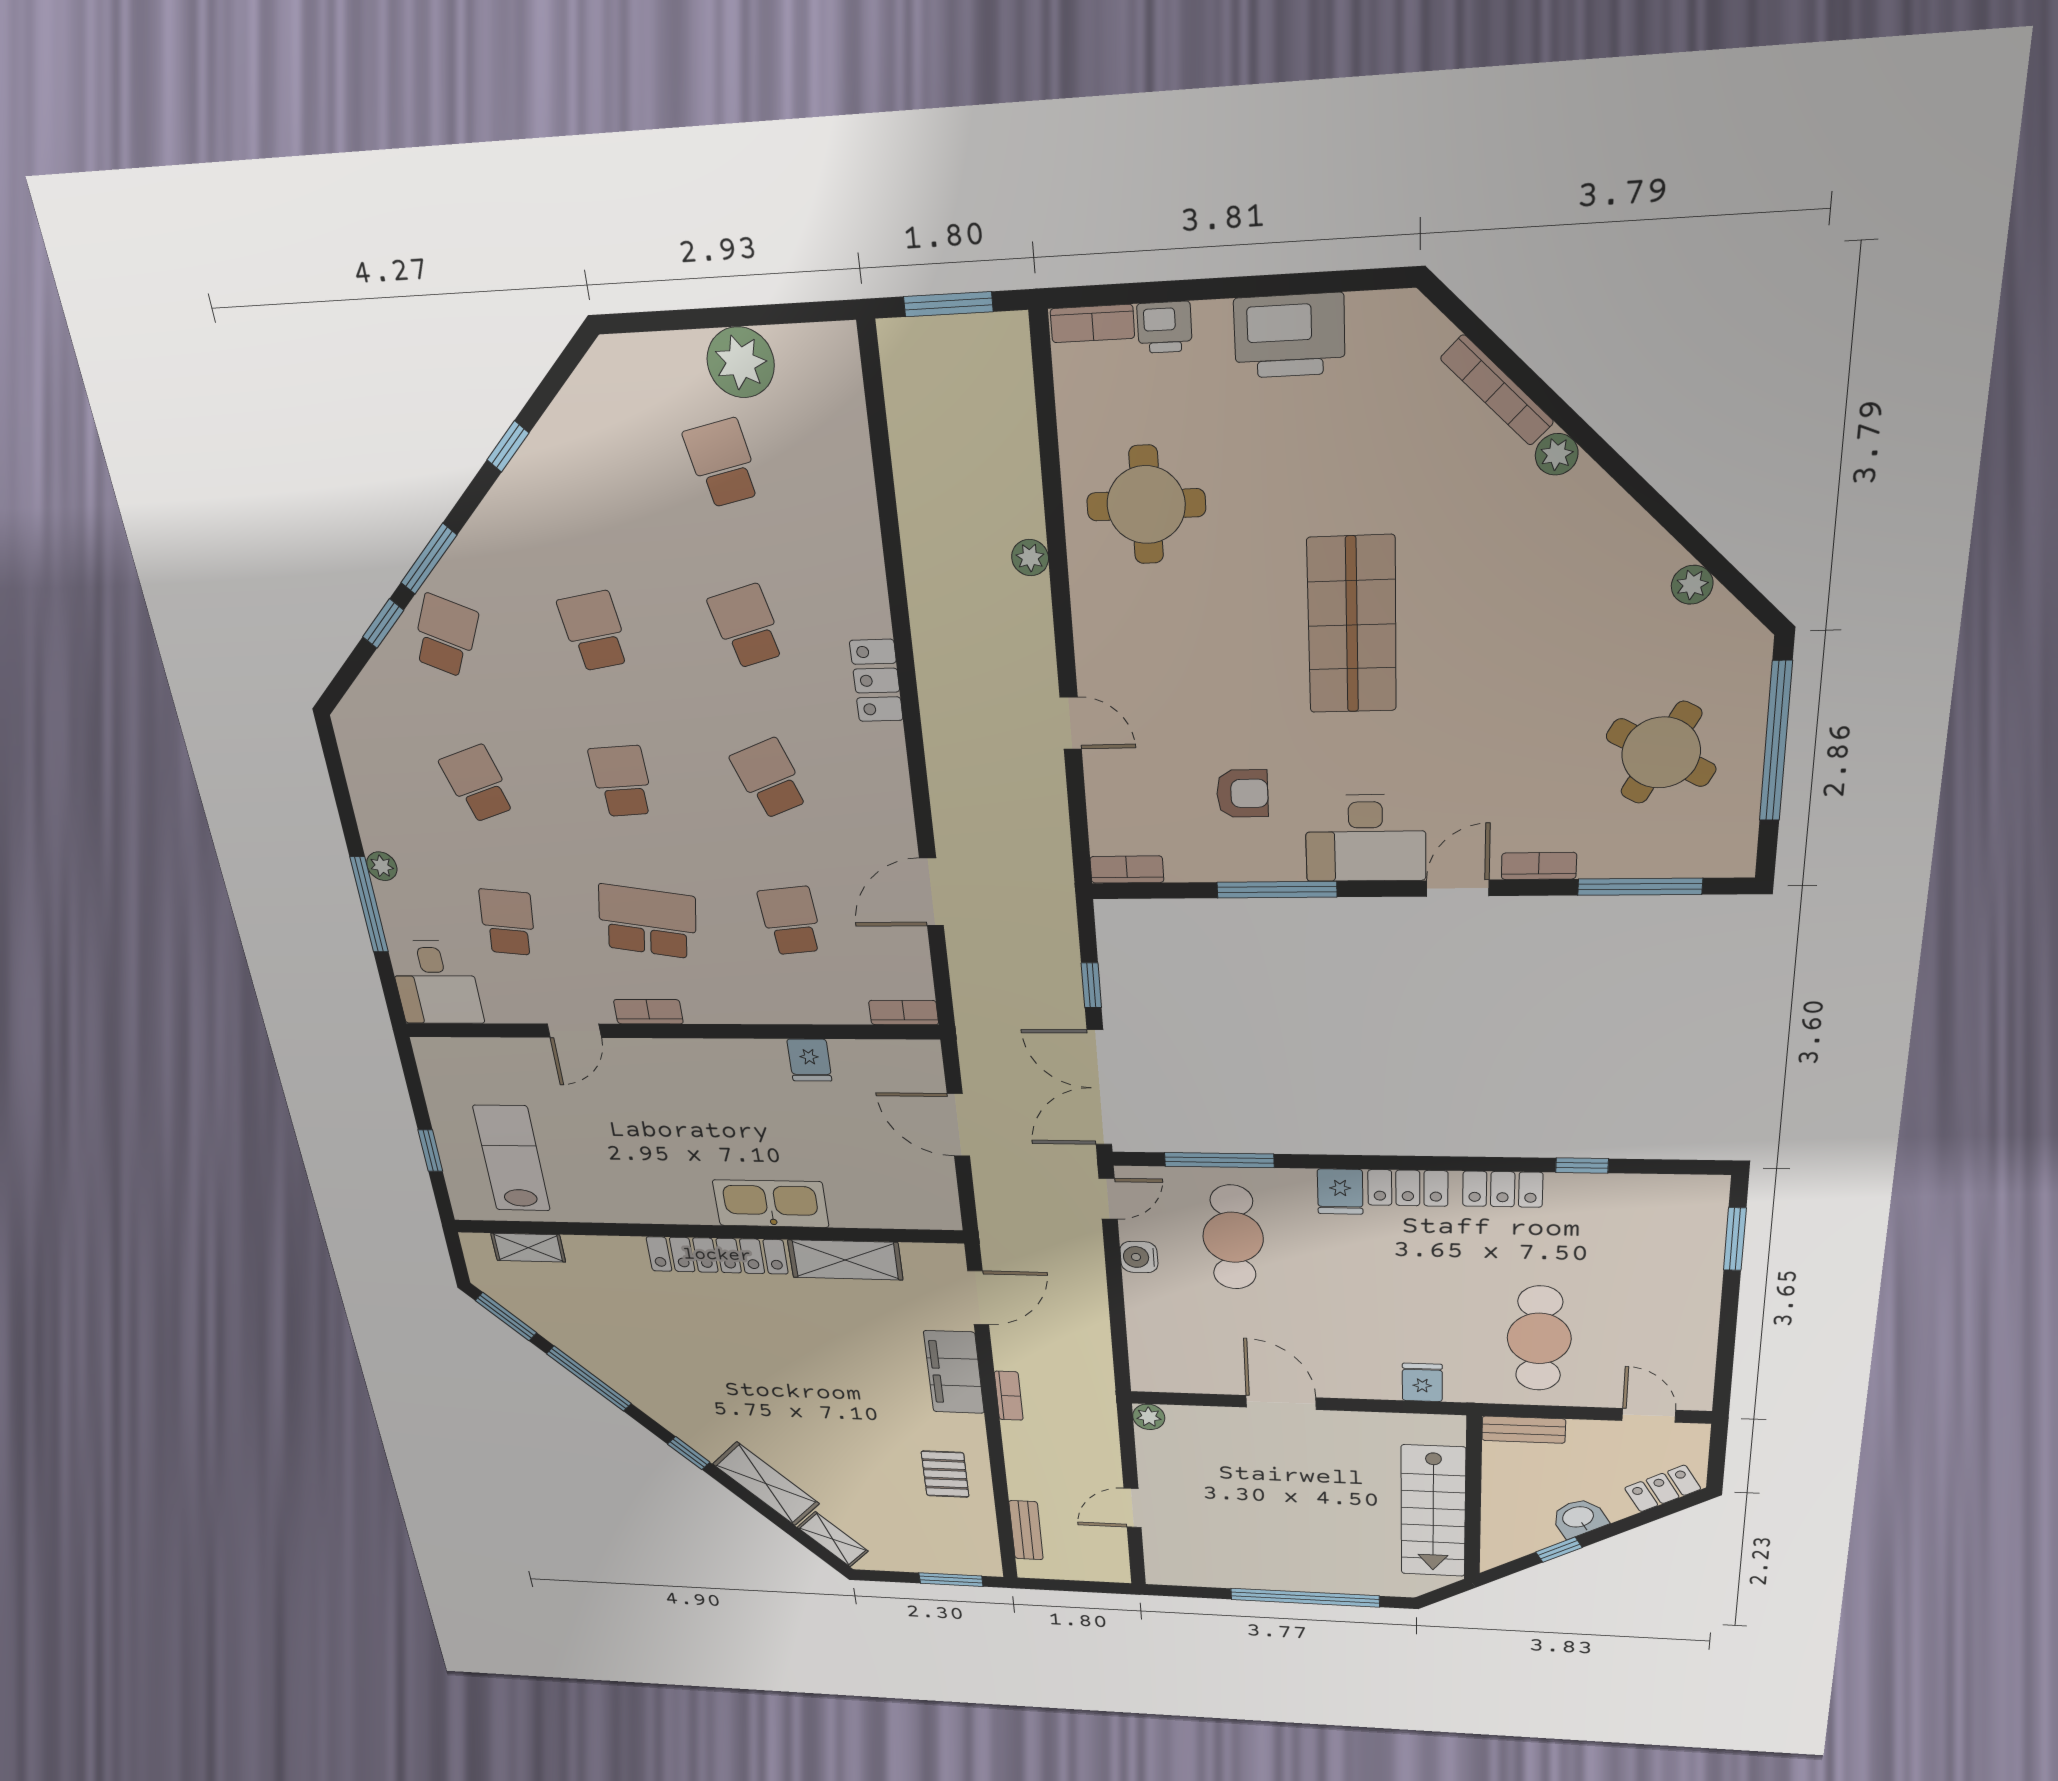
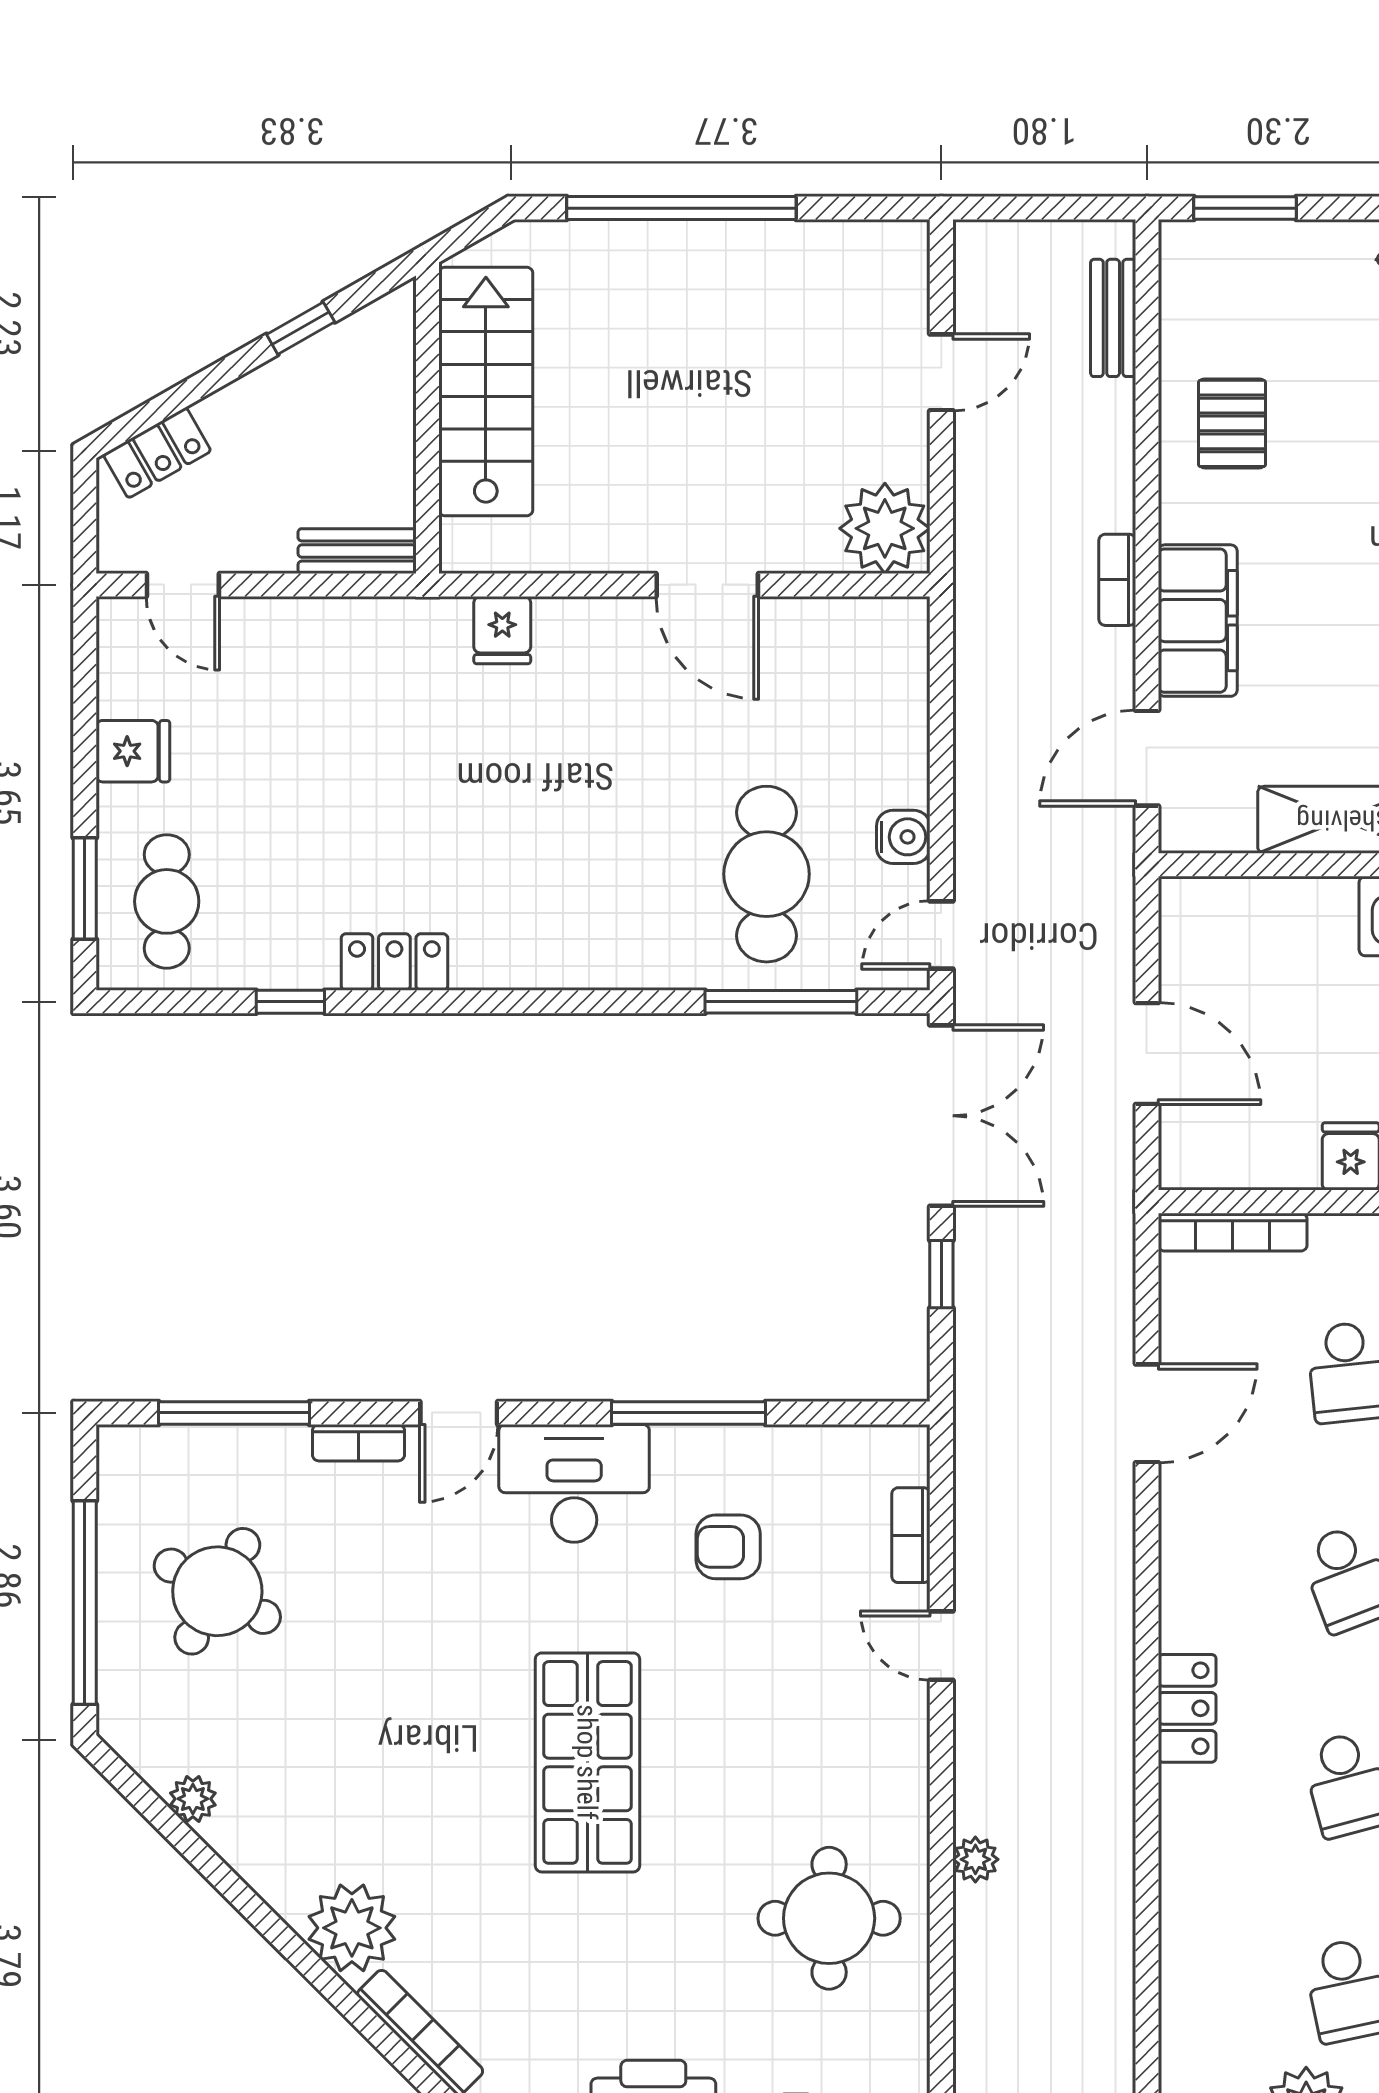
plant: (1557, 454) -> (352, 1928), width x1.87, depth x1.87
bookcase: (1127, 869) -> (911, 1535), moved, turned 90
bookcase: (904, 1013) -> (1233, 1232), width x1.56
locker: (1408, 1188) -> (522, 961), removed
fridge: (1340, 1192) -> (133, 751), moved, turned 90
cafe table: (1539, 1338) -> (167, 901), moved, width x0.73, depth x0.74
plant: (1149, 1417) -> (885, 528), width x1.87, depth x1.87
washbasin: (1579, 1518) -> (274, 391), removed

